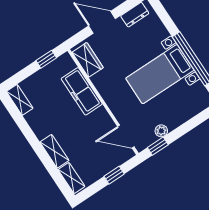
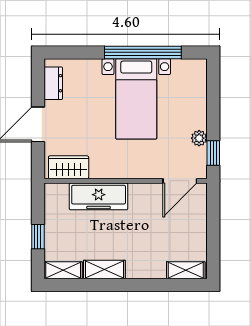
window: (46, 59) -> (38, 237), moved
shelving: (54, 151) -> (104, 270), moved
window: (114, 175) -> (213, 222), removed

